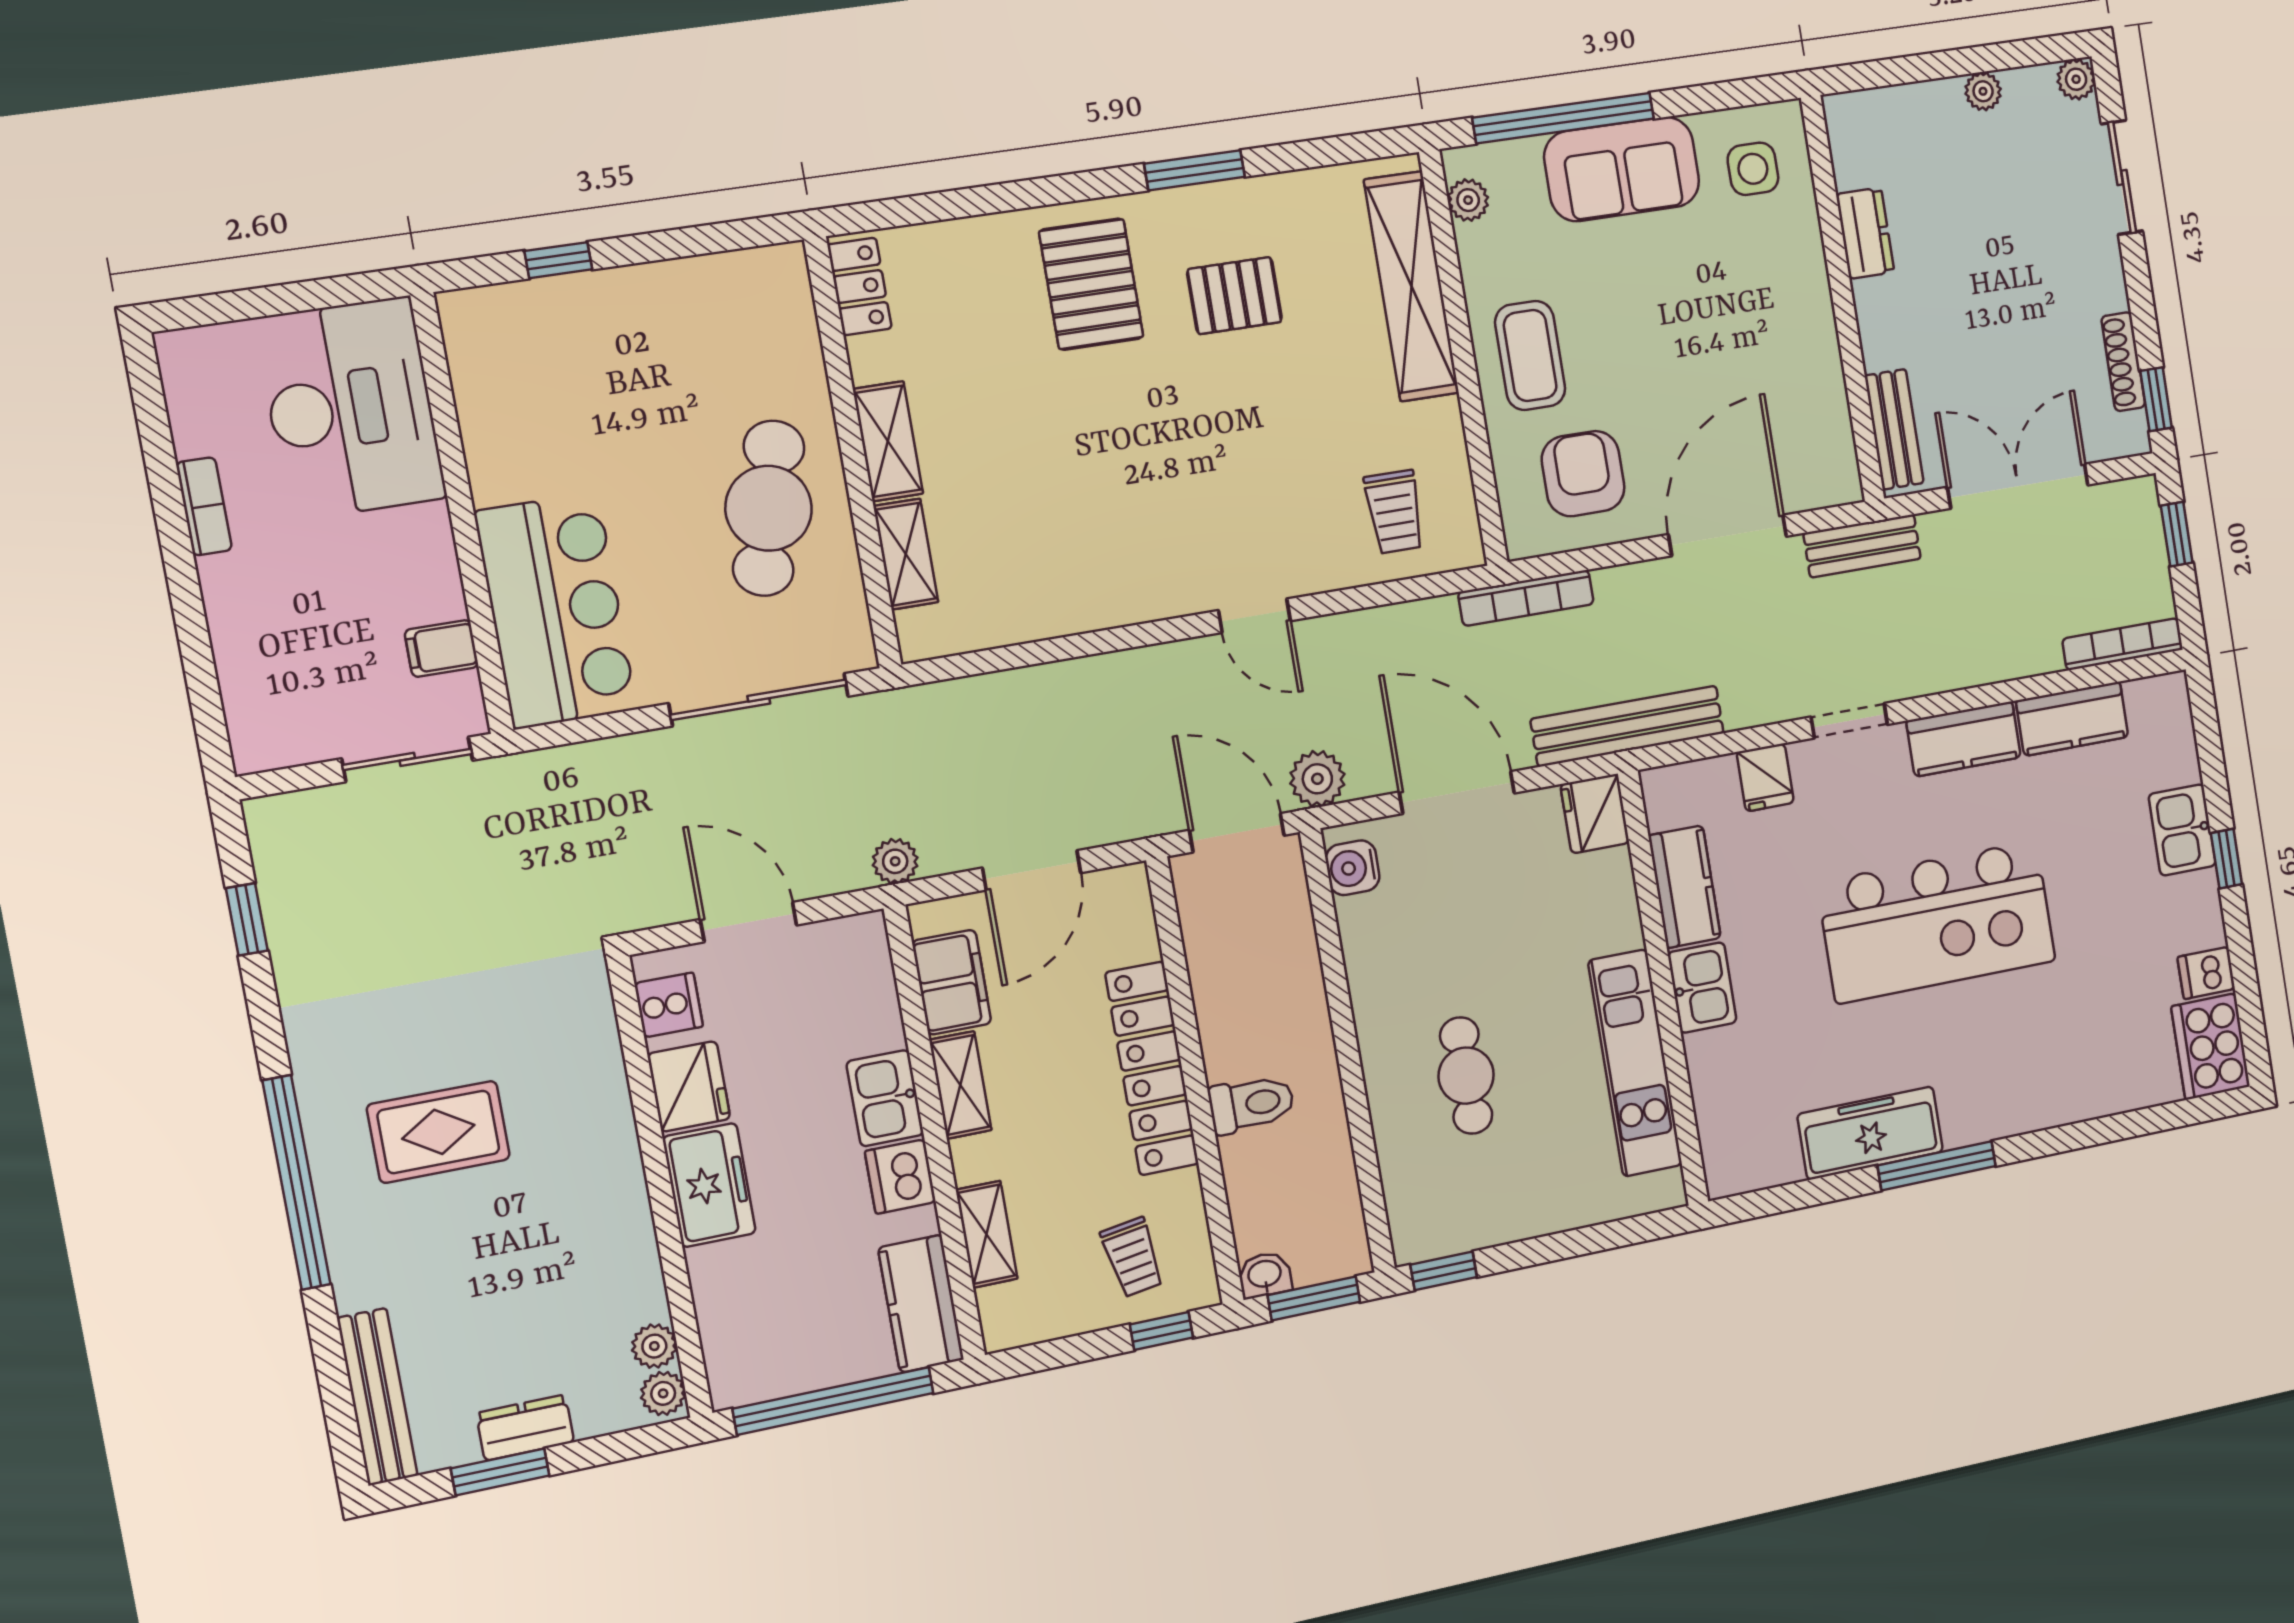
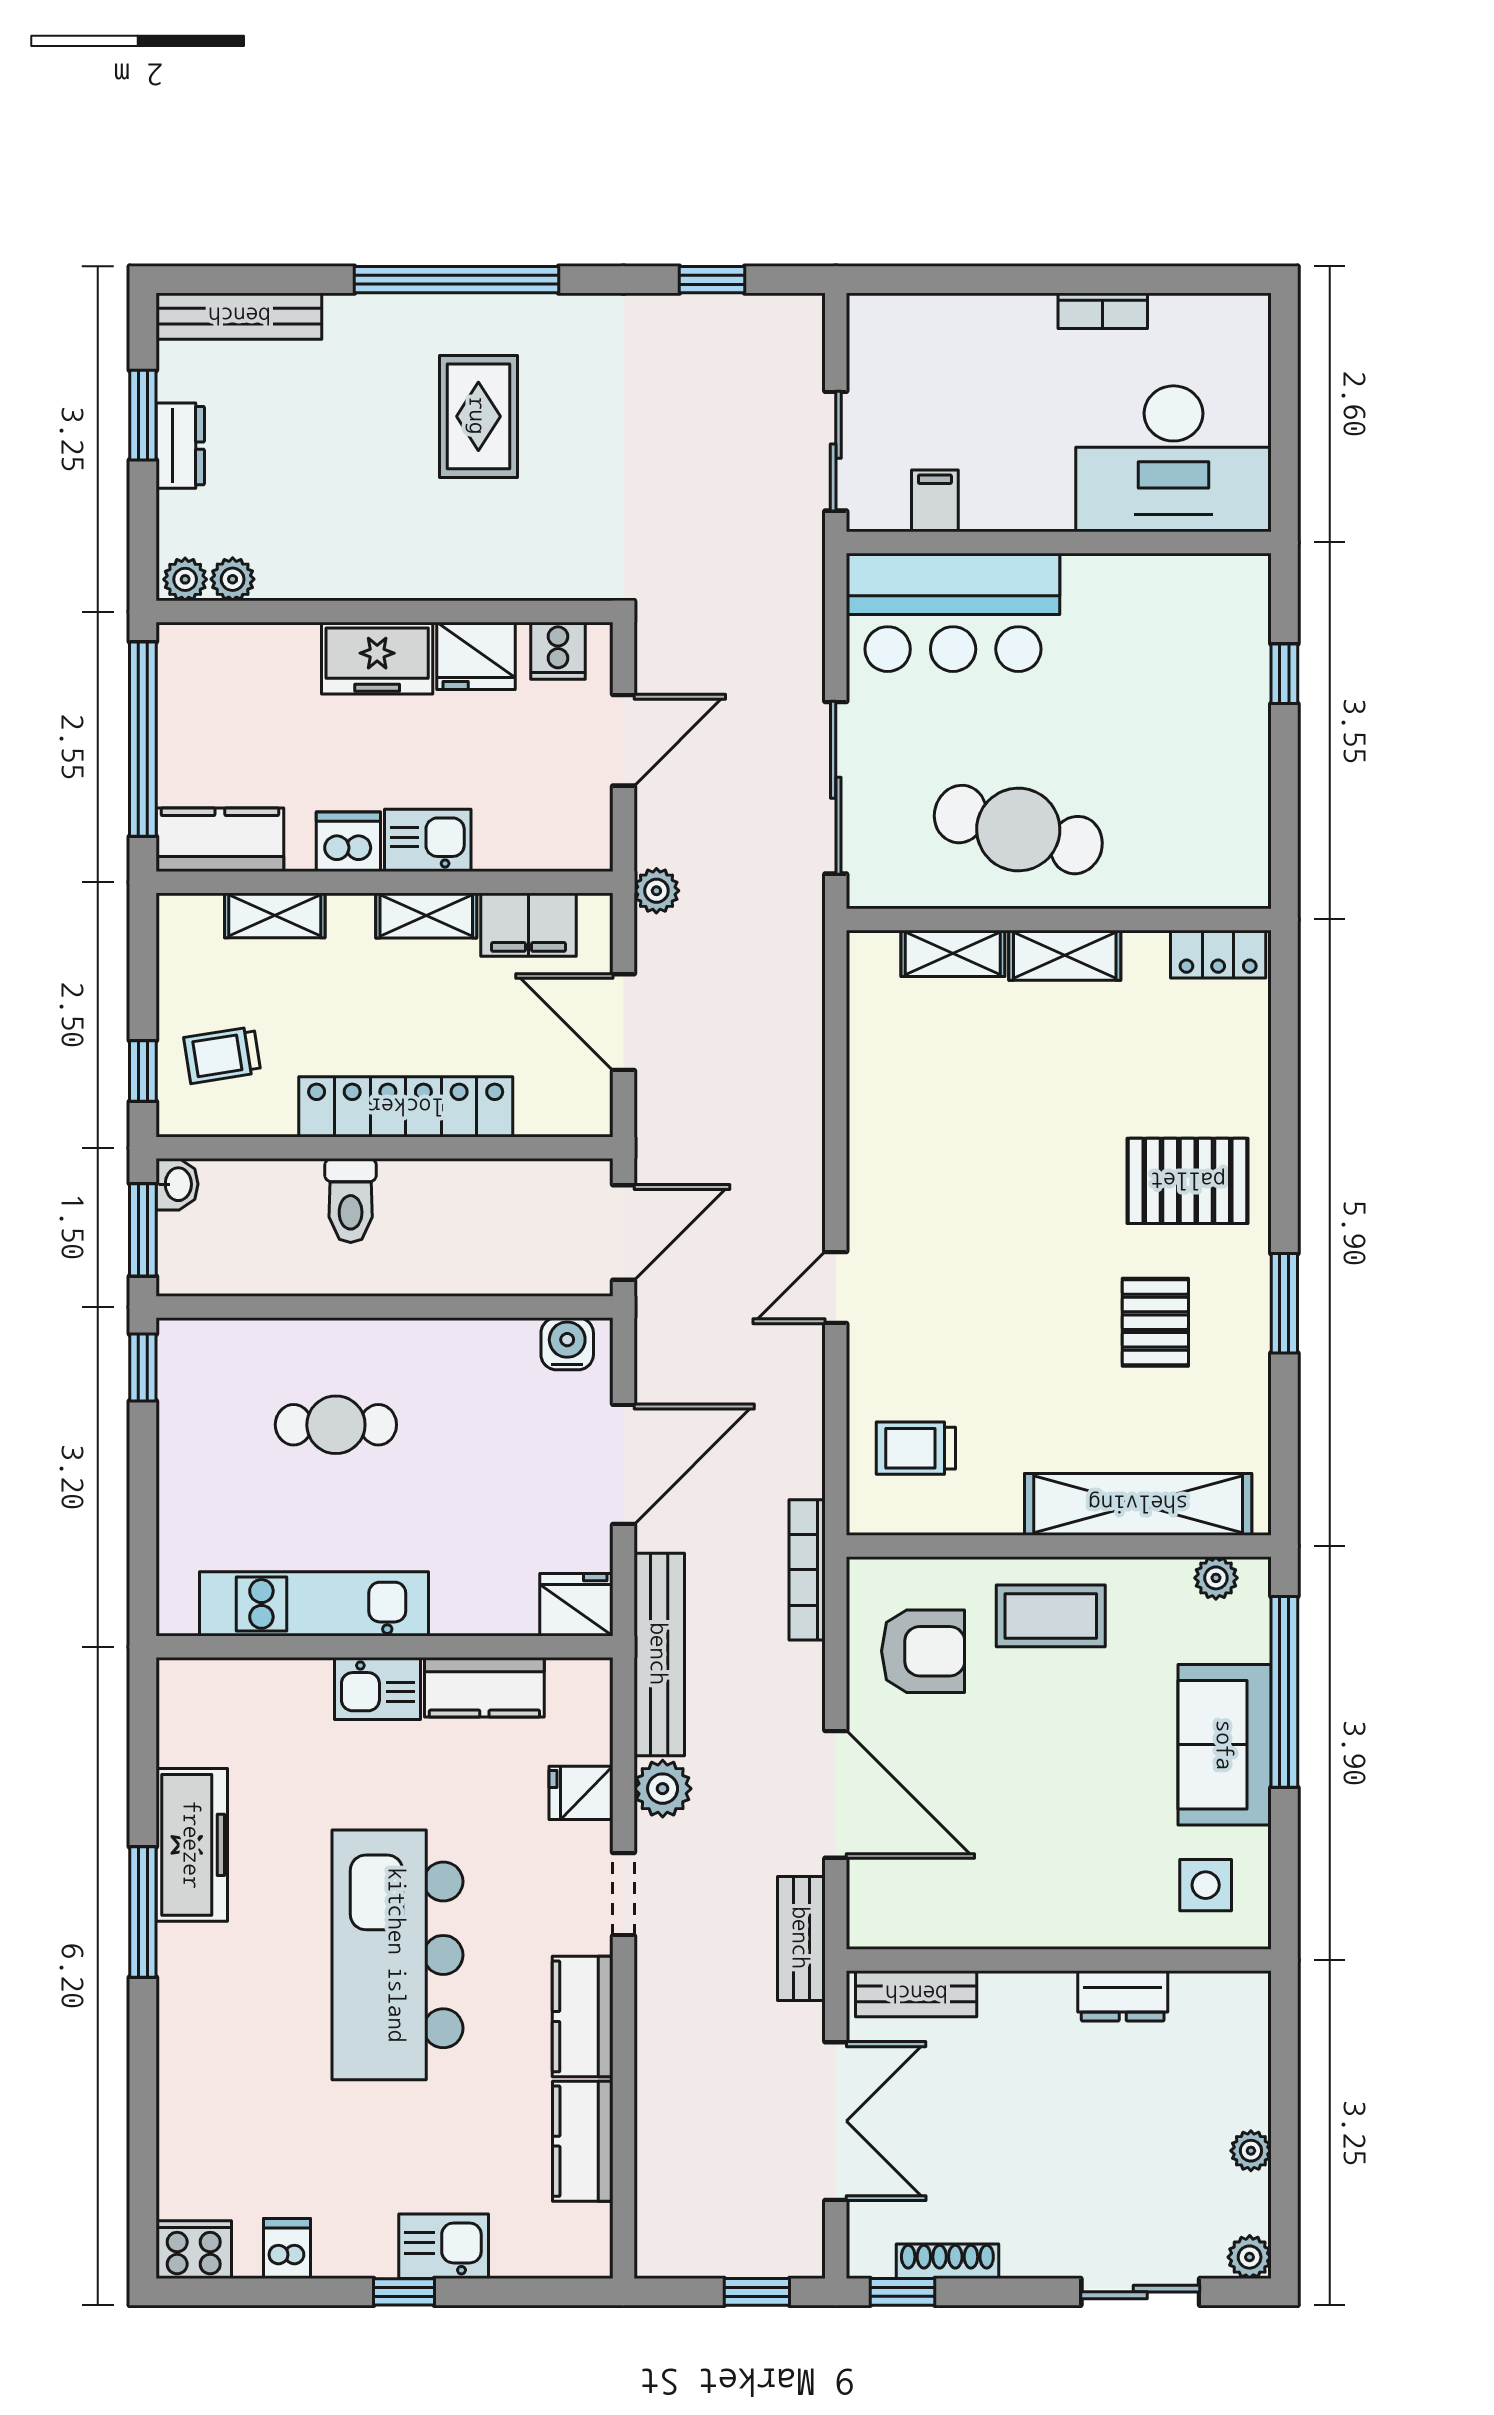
bookcase: (2123, 644) -> (651, 2211), removed
plant: (1317, 779) -> (663, 1789), moved
cooker: (2211, 1047) -> (194, 2250), width x0.73, depth x0.76

